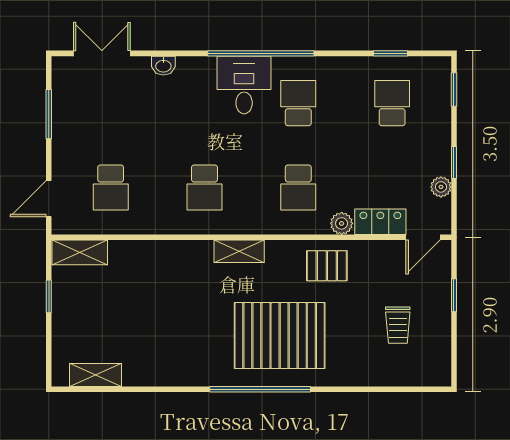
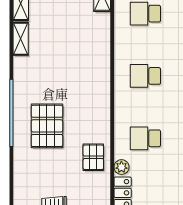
shelving: (239, 251) -> (21, 39), moved
pallet: (280, 336) -> (47, 126), width x0.73, depth x0.71

